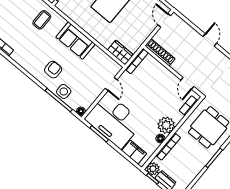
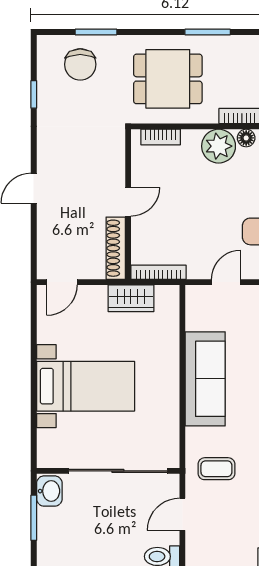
sofa: (75, 41) -> (205, 379), width x1.36
wardrobe: (120, 52) -> (131, 298), moved, turned -90
door: (187, 83) -> (128, 202), moved

